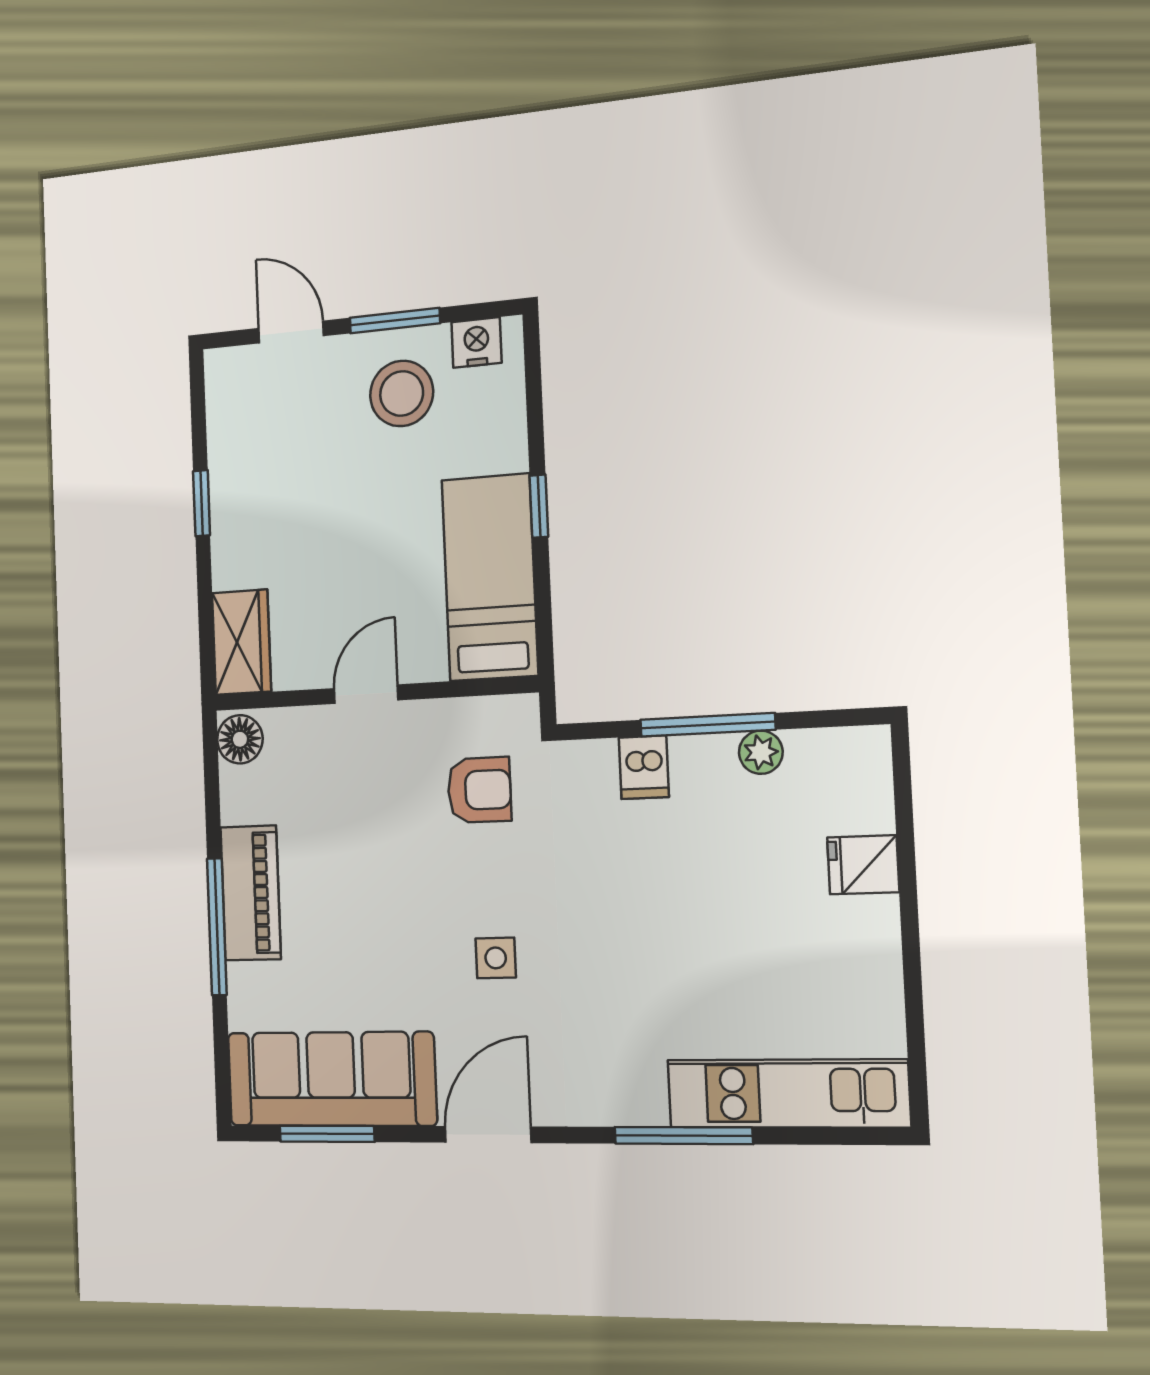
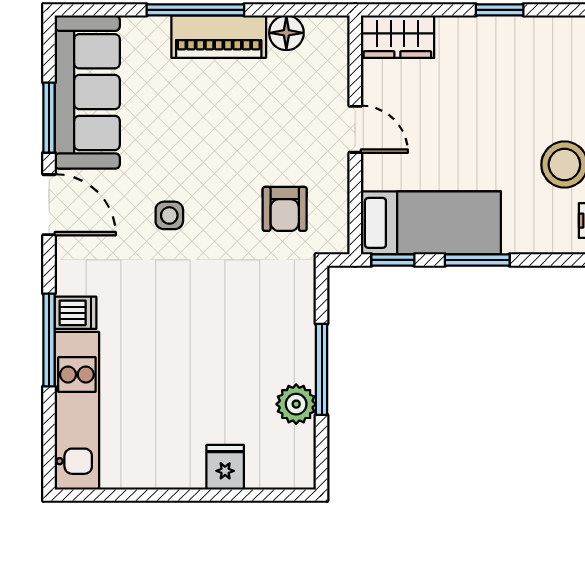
window: (539, 506) -> (477, 260), width x1.50
window: (544, 629) -> (393, 260), added
floor lamp: (240, 739) -> (286, 33), moved
plant: (761, 752) -> (296, 404), width x1.38, depth x1.38
dishwasher: (644, 767) -> (76, 313), moved, turned 180
window: (327, 1134) -> (49, 118), moved

